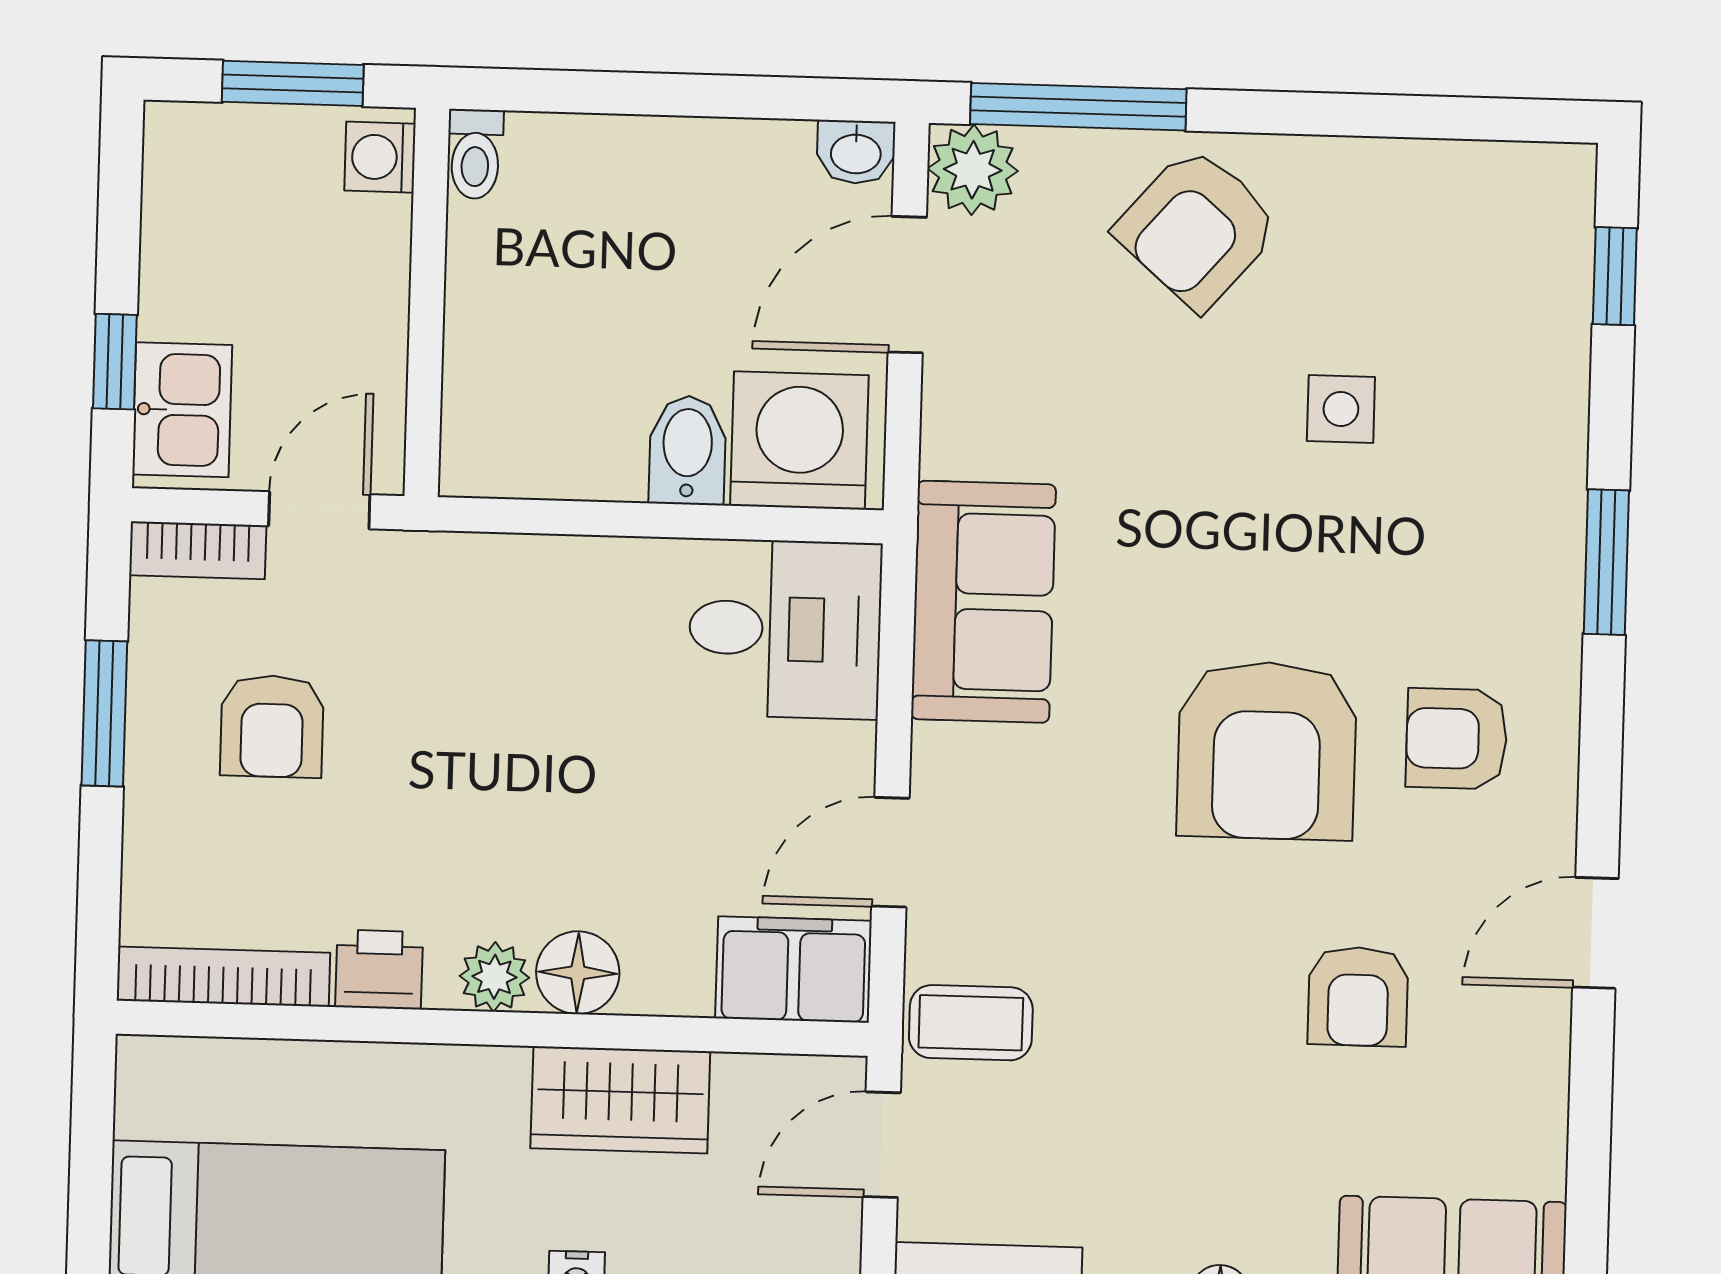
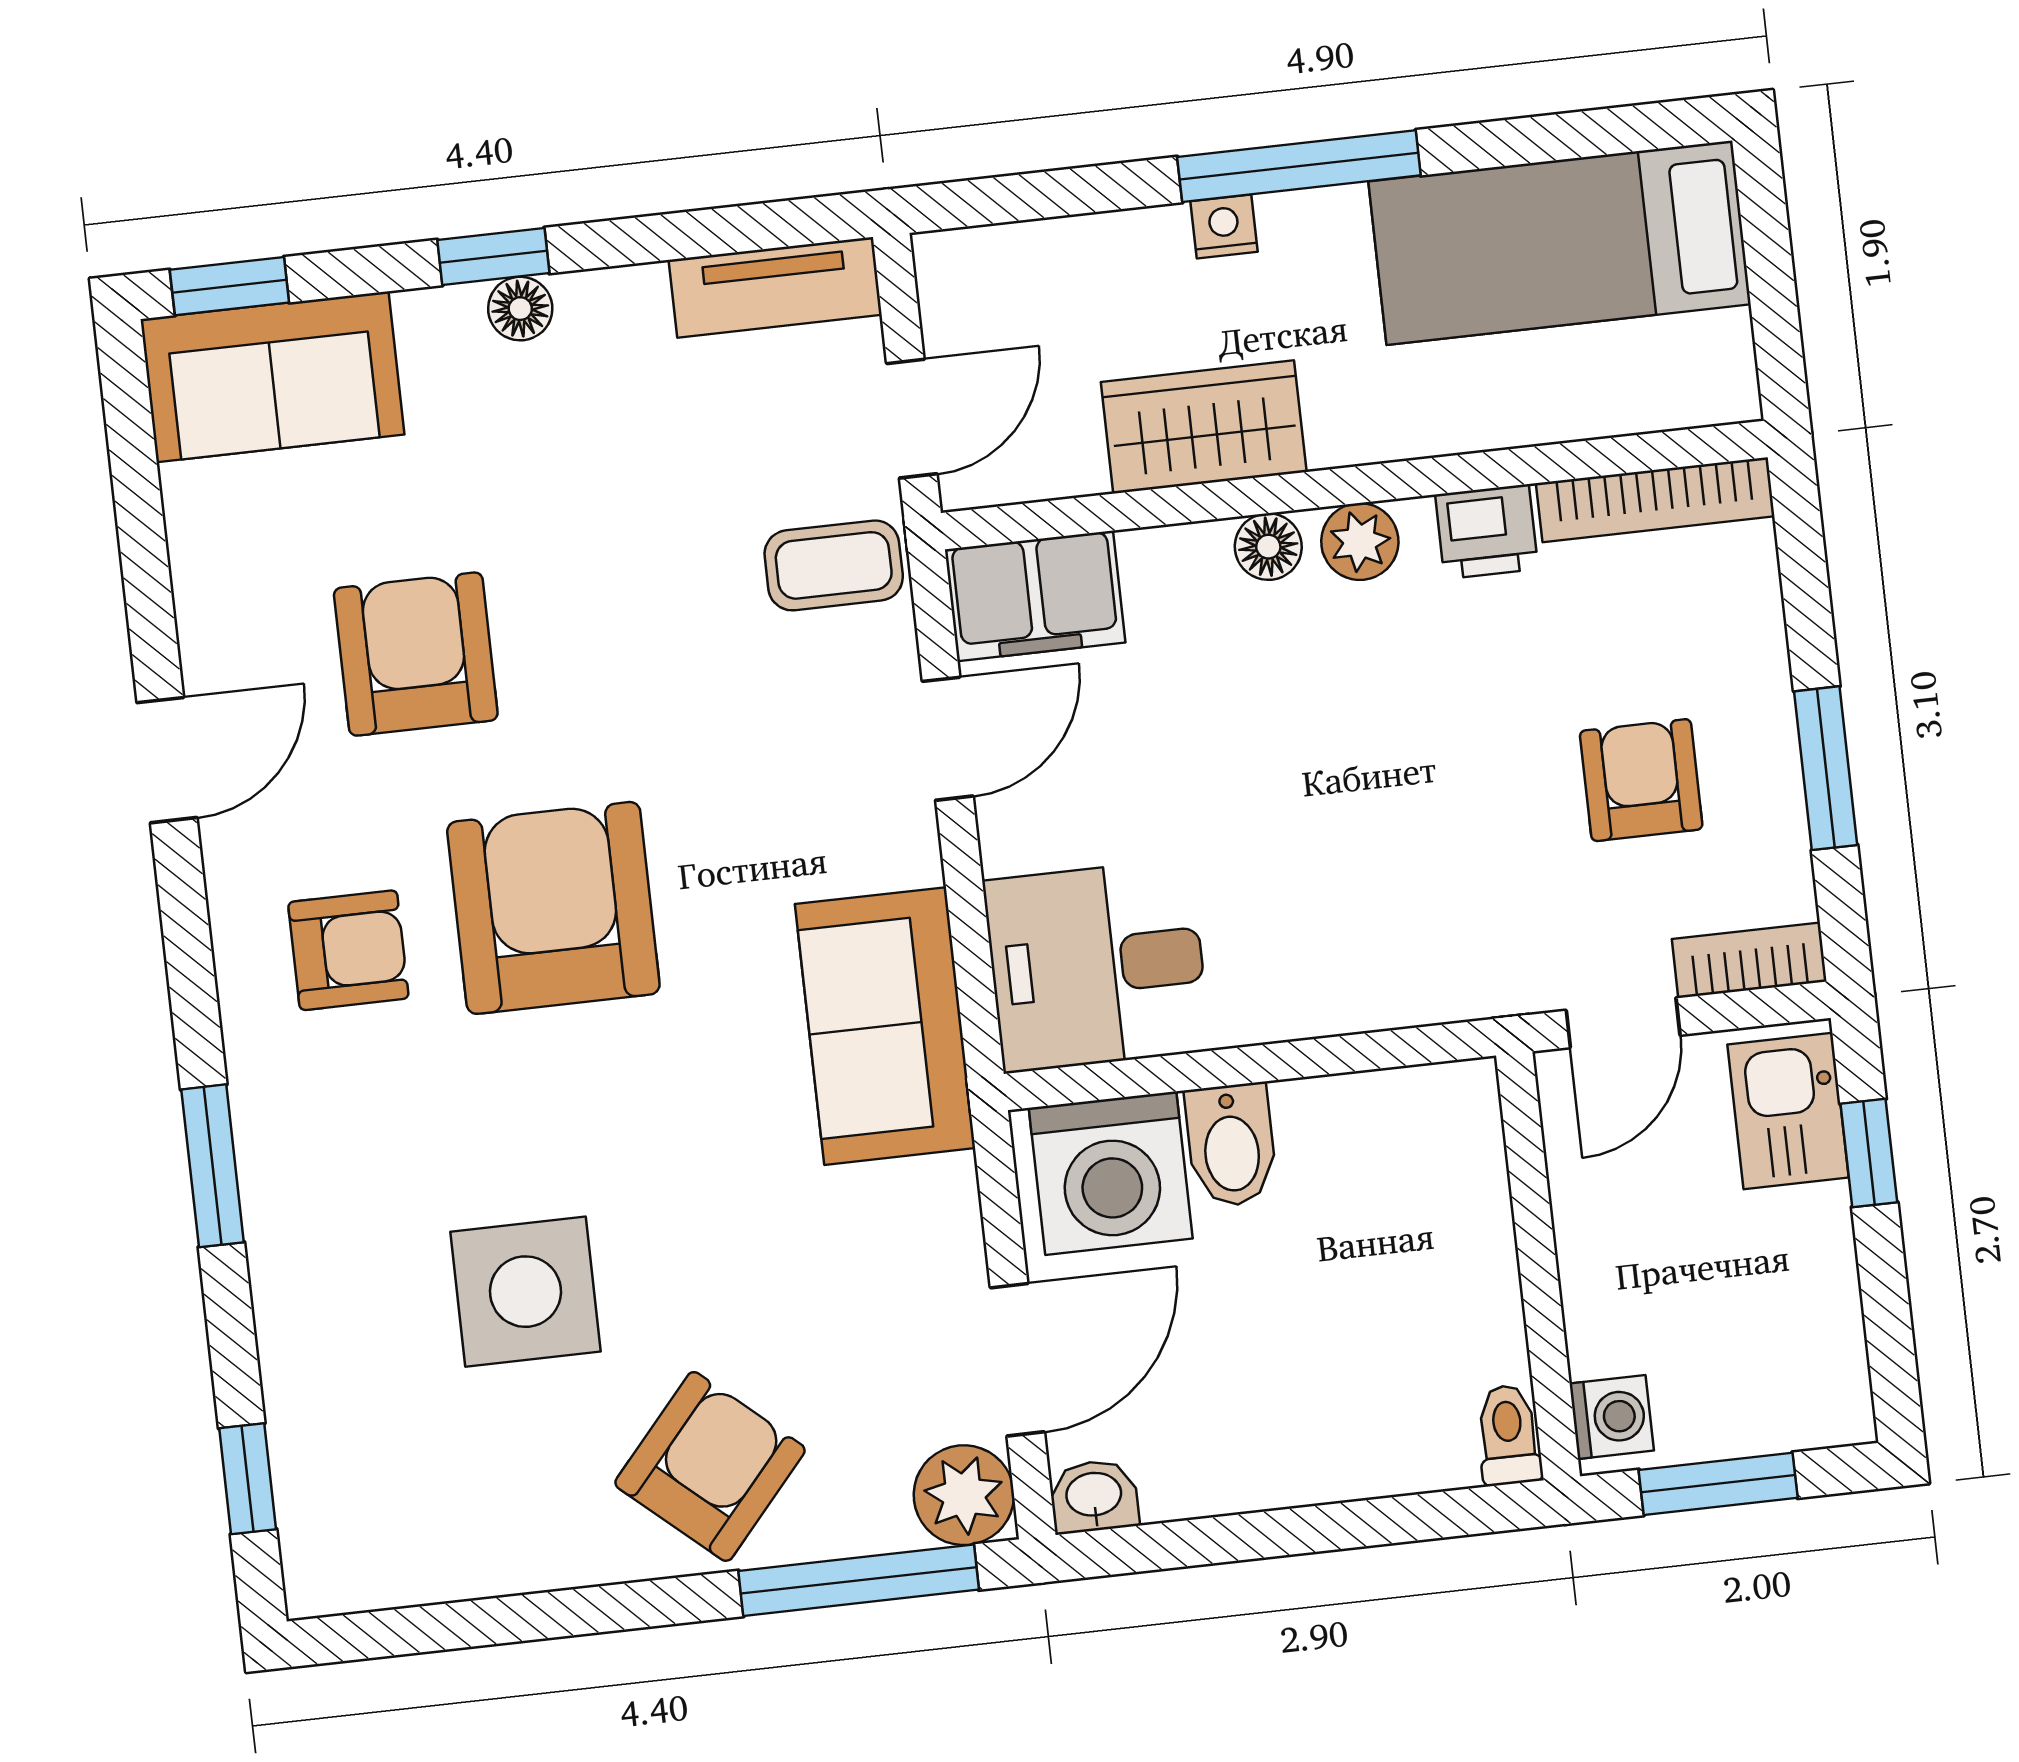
side table: (1341, 409) -> (525, 1292), width x1.87, depth x1.87
floor lamp: (578, 973) -> (1268, 547), width x0.73, depth x0.73
armchair: (1358, 996) -> (416, 654), width x1.38, depth x1.38

